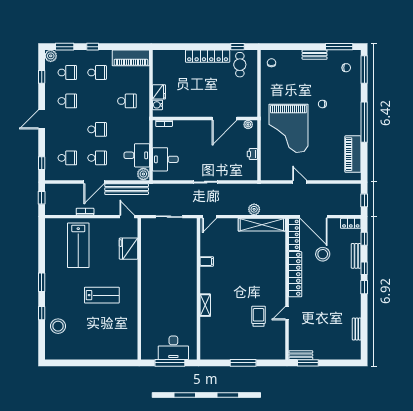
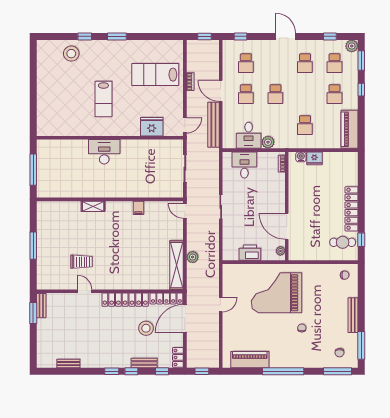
bench: (315, 55) -> (353, 315), width x1.36
printer: (252, 154) -> (250, 253), width x1.87, depth x1.48
plant: (143, 174) -> (268, 142), moved
desk: (173, 348) -> (104, 152), moved, turned 90

